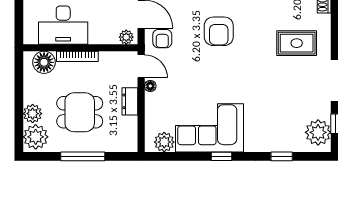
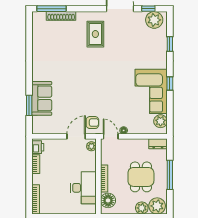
armchair: (219, 31) -> (88, 85), removed
door: (141, 66) -> (111, 136), hinge flipped
dresser: (130, 101) -> (158, 144), moved

